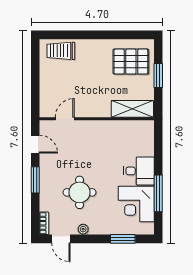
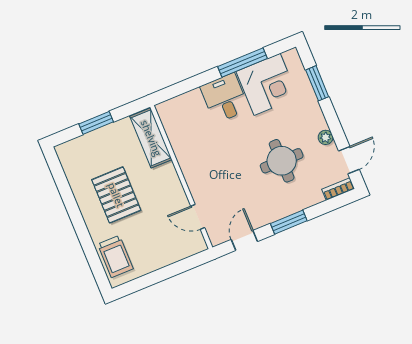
pallet: (131, 62) -> (116, 195), moved

